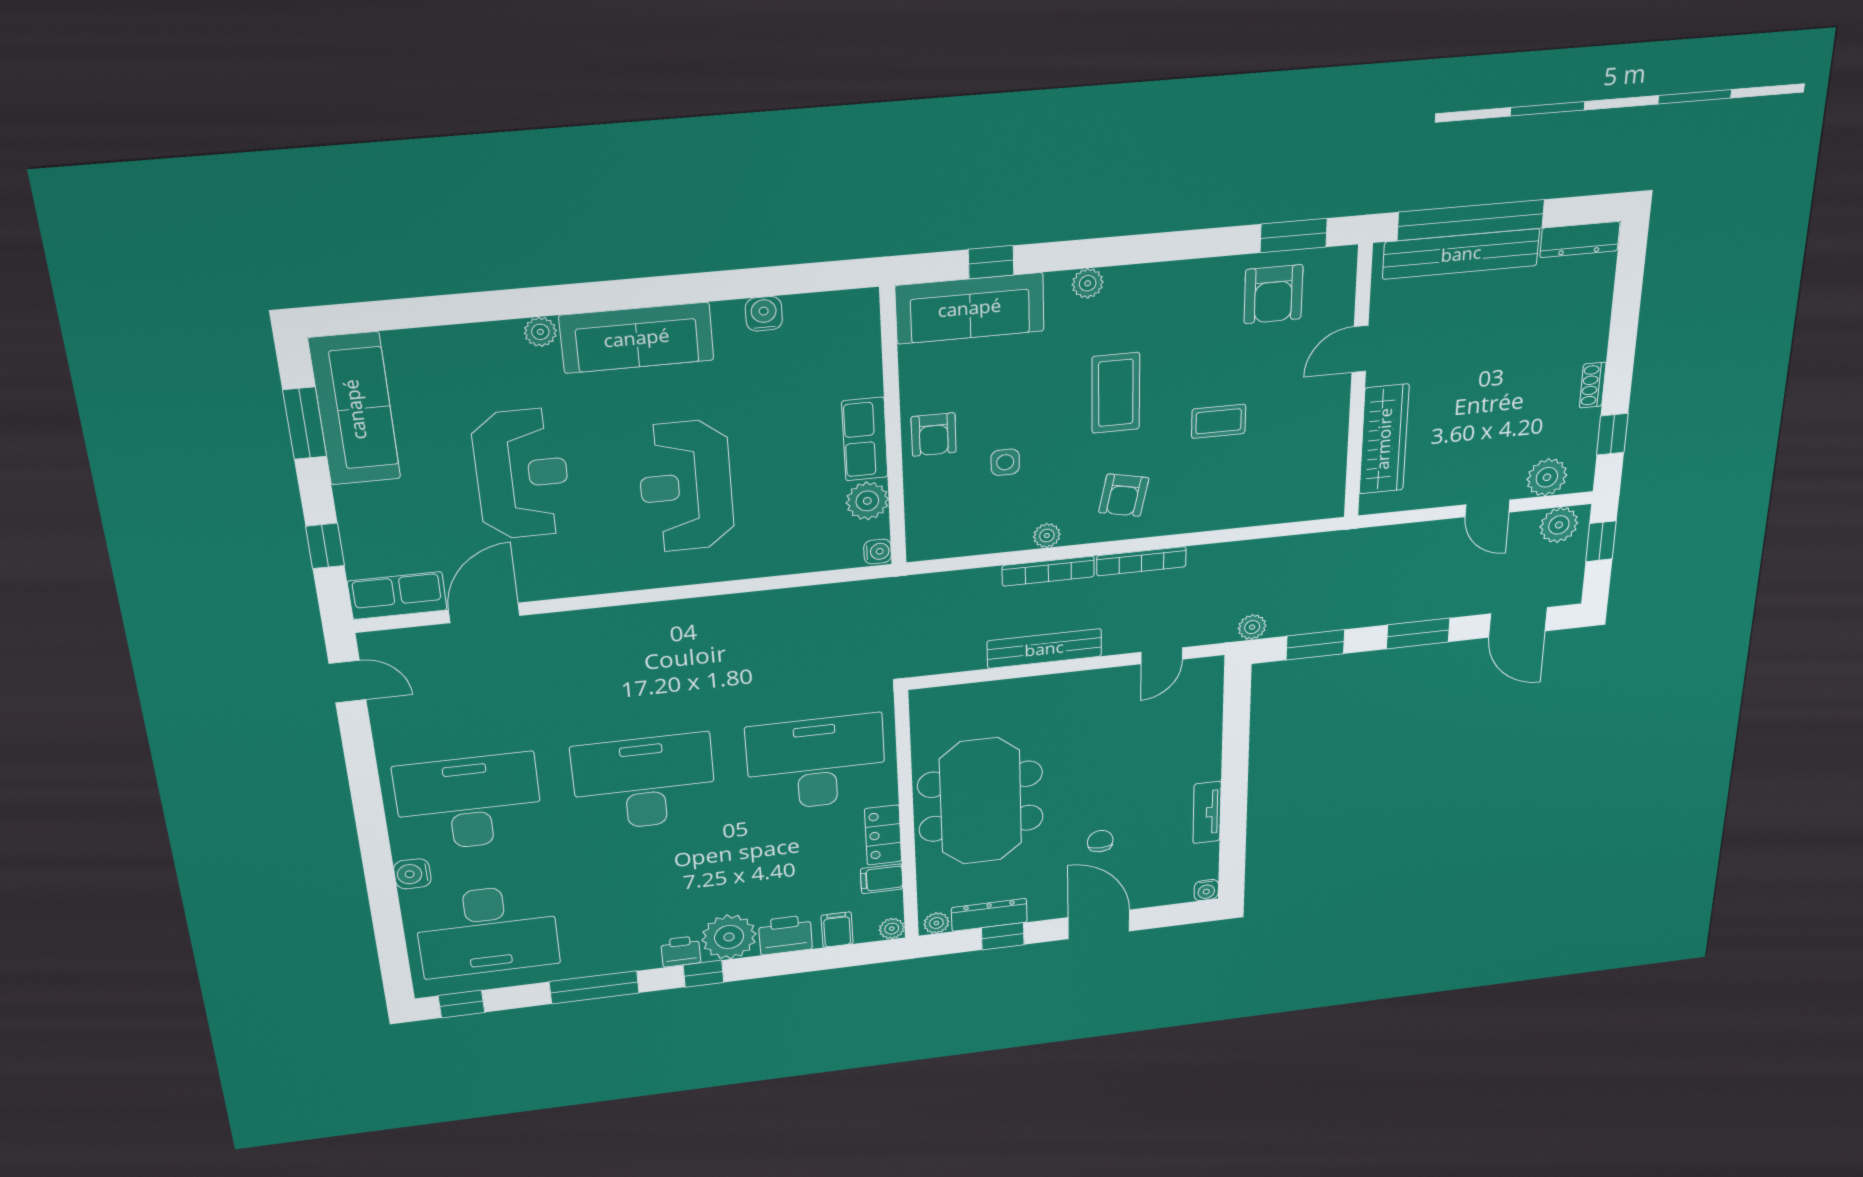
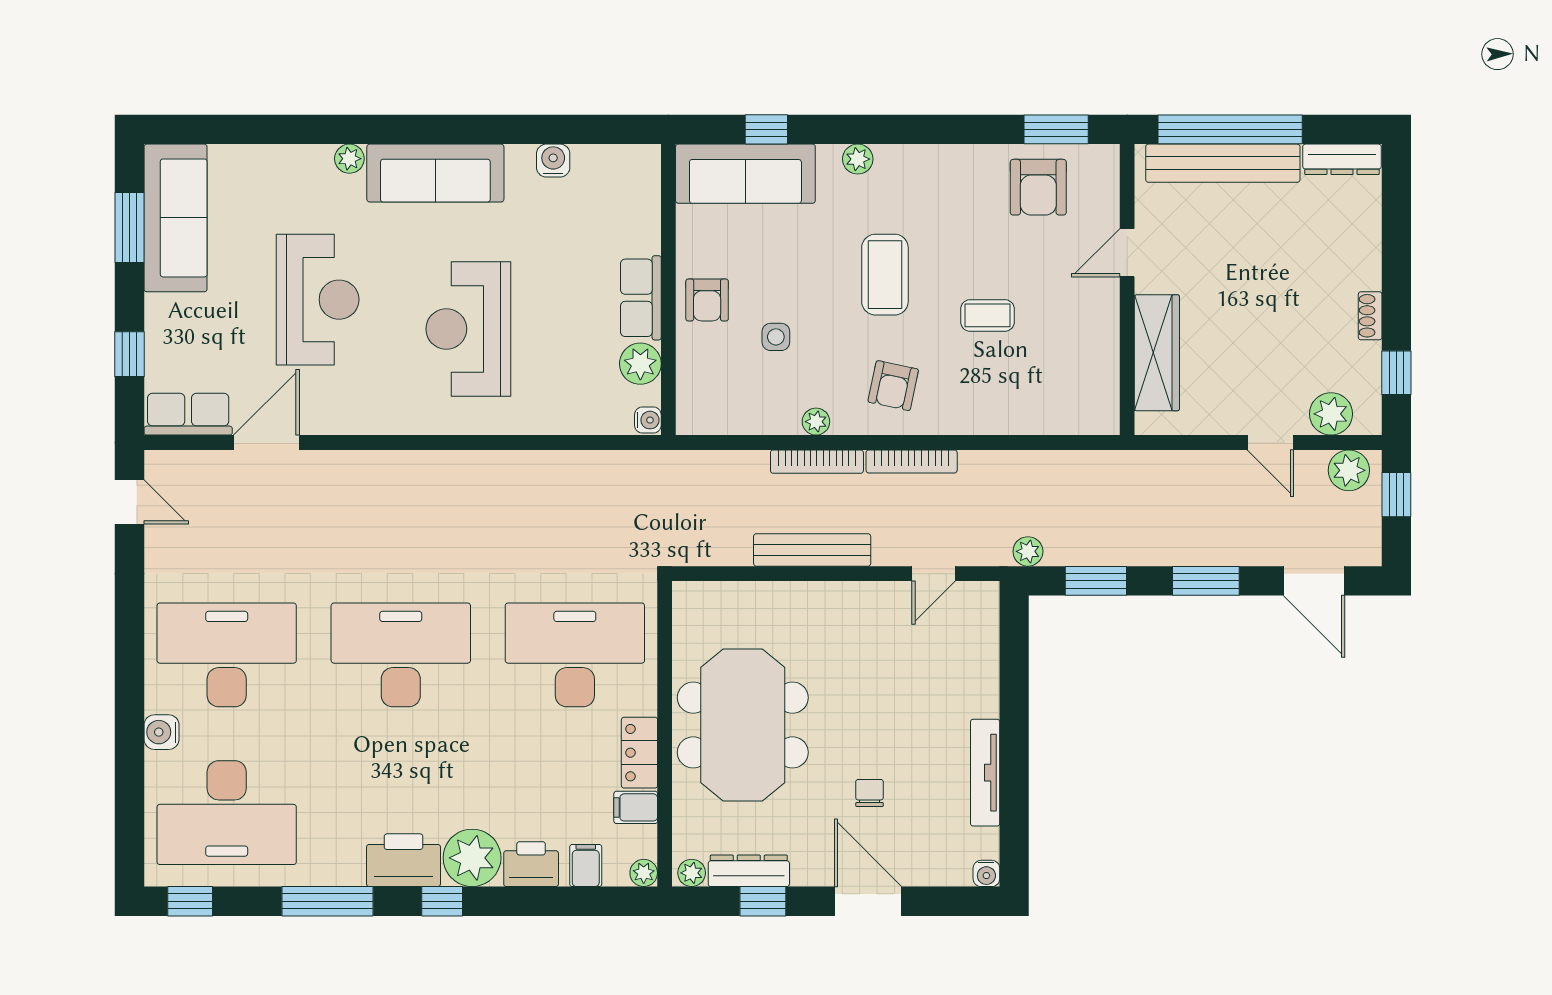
tv unit: (1207, 812) -> (985, 773), width x1.41
printer: (681, 951) -> (404, 860), width x1.87, depth x1.48

